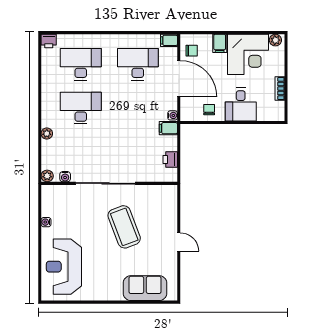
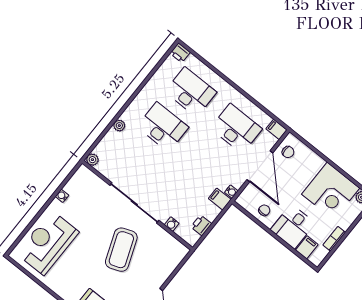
filing cabinet: (220, 43) -> (307, 247), moved, turned 180
water cooler: (65, 177) -> (172, 224), moved

